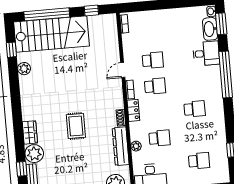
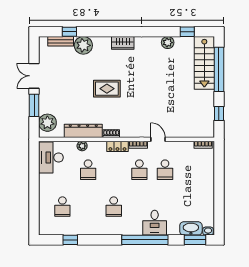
stairs: (52, 34) -> (204, 63), width x0.73, depth x0.66
desk: (206, 53) -> (155, 223), moved
wardrobe: (30, 132) -> (123, 43), moved

